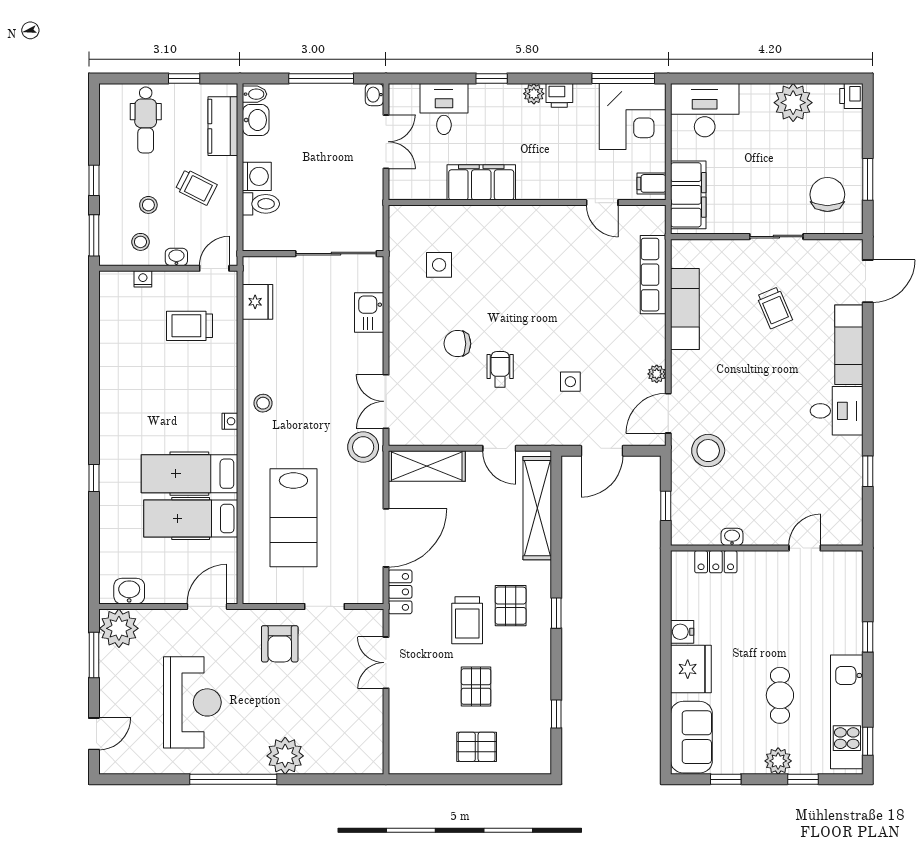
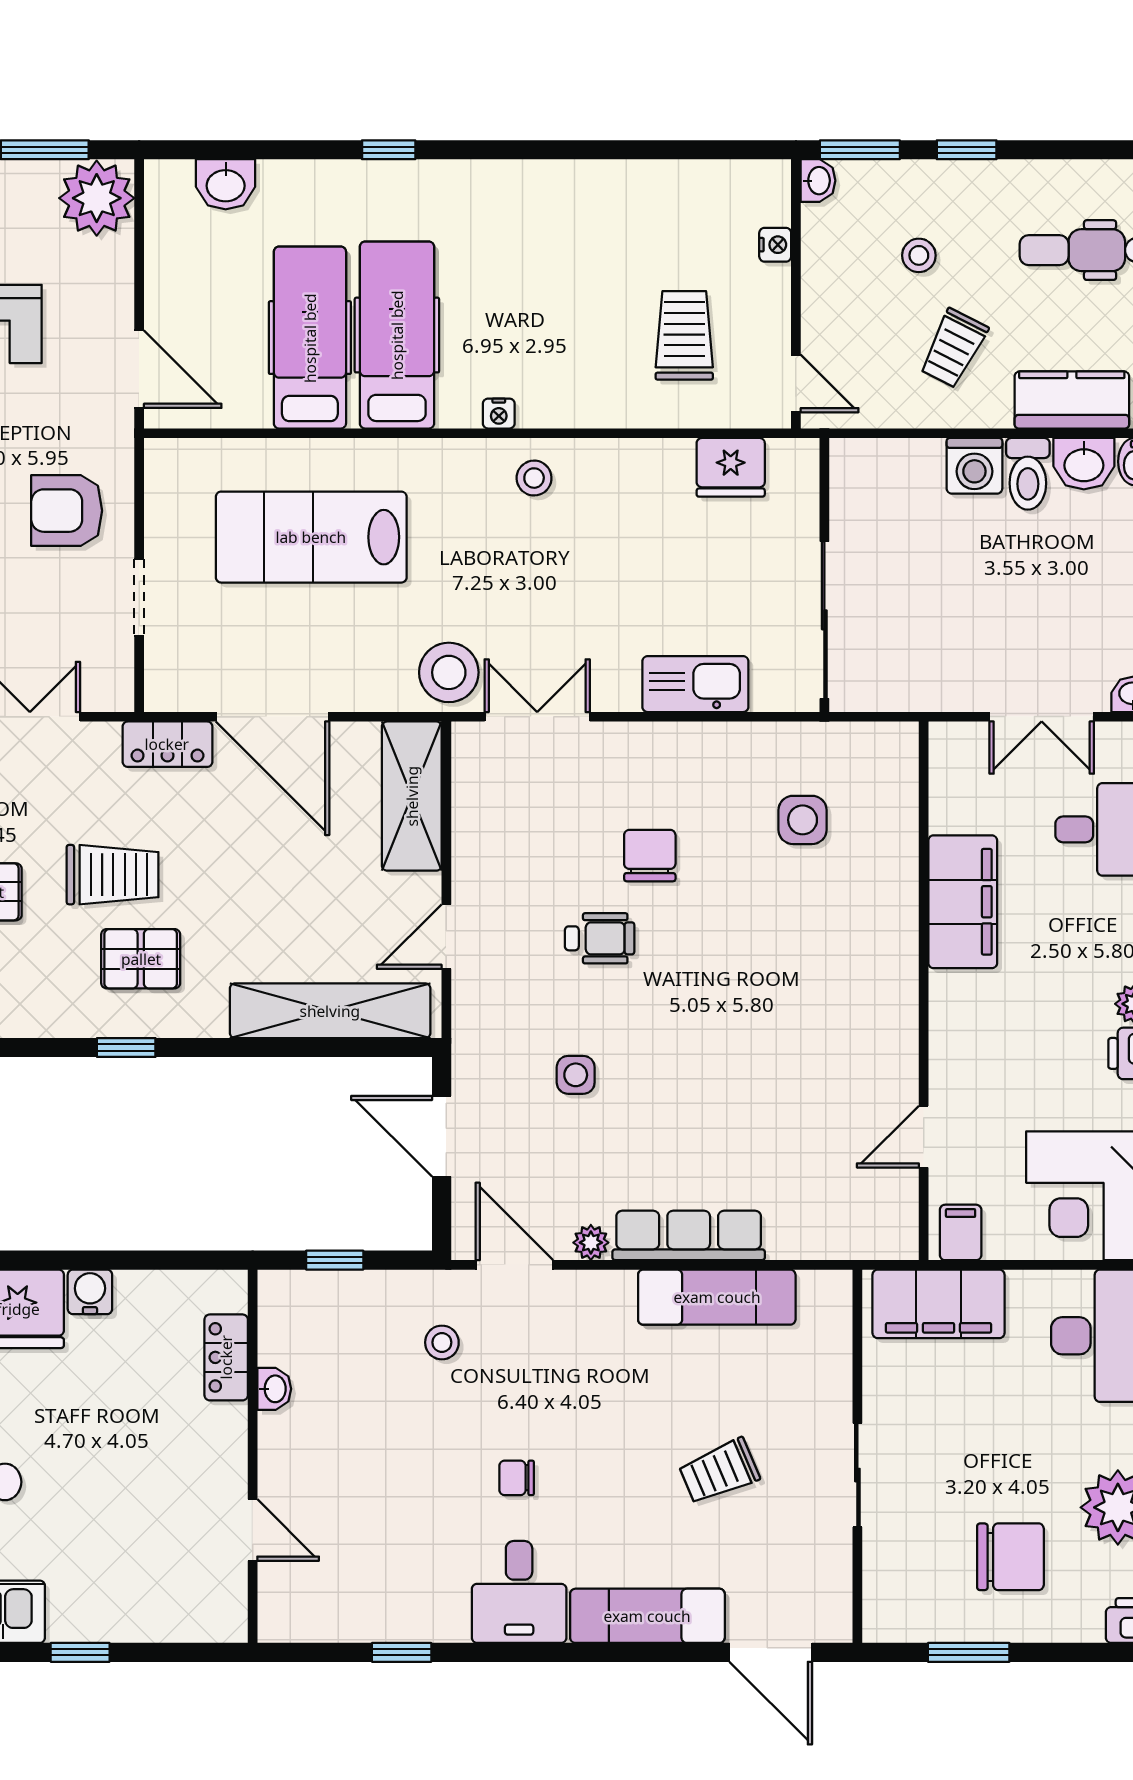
chair: (827, 195) -> (1010, 1557), moved
toilet: (261, 204) -> (1028, 474), moved
stool: (140, 242) -> (847, 240), removed
washbasin: (176, 257) -> (818, 181), moved
row of seats: (653, 275) -> (689, 1235), moved
kitchen sink: (369, 313) -> (695, 684), width x1.38
chair: (778, 412) -> (517, 1478), added
stool: (708, 451) -> (442, 1342), width x0.53, depth x0.53
washbasin: (129, 591) -> (226, 184), moved, turned 90
trolley: (467, 620) -> (113, 875), turned 180

